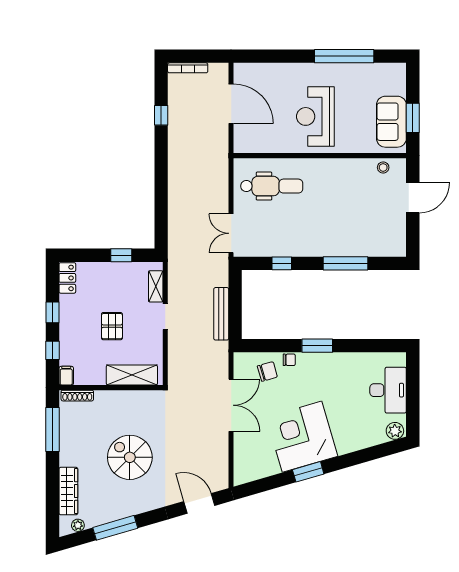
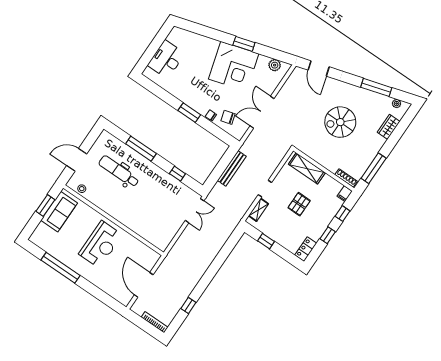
dental chair: (272, 186) -> (119, 171), moved
plant: (395, 431) -> (275, 65), moved
spiral stairs: (130, 457) -> (340, 122), turned 90
wardrobe: (68, 491) -> (389, 127), width x0.67

